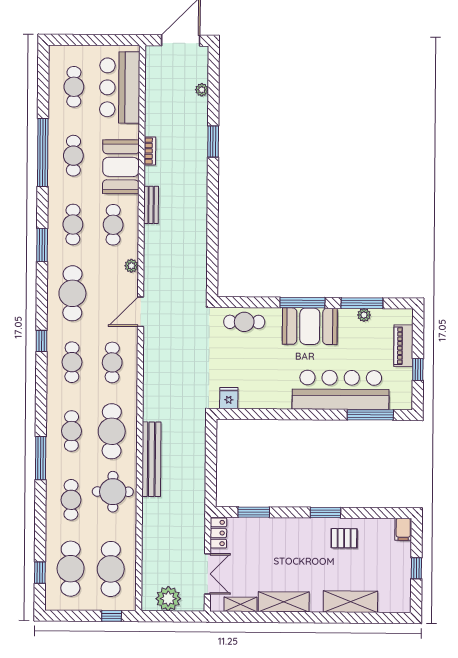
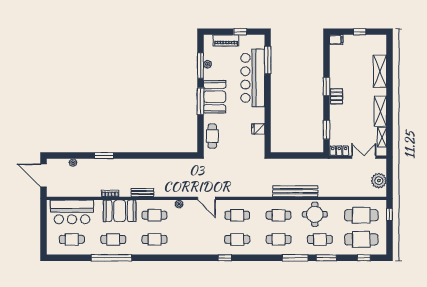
window: (42, 245) -> (326, 258), moved
cafe table: (72, 293) -> (196, 239), removed
fridge: (229, 398) -> (258, 129), moved
cafe table: (112, 431) -> (279, 215), width x0.73, depth x0.74
pallet: (344, 538) -> (336, 96), moved

